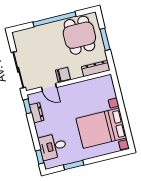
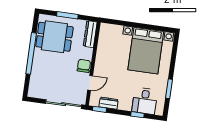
window: (40, 157) -> (137, 115), moved

